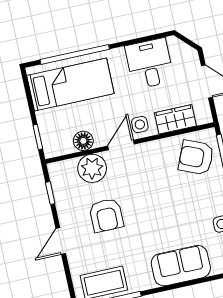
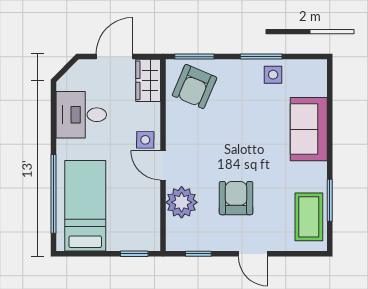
wardrobe: (175, 119) -> (148, 80), moved
floor lamp: (83, 141) -> (150, 205), removed
armchair: (106, 215) -> (236, 198), turned -90

